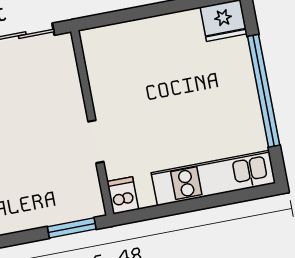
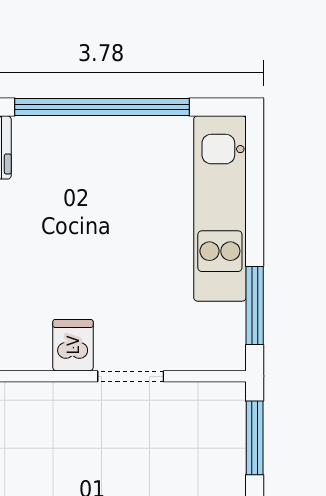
dishwasher: (123, 195) -> (73, 345), moved, turned 90
window: (156, 212) -> (255, 305), added

